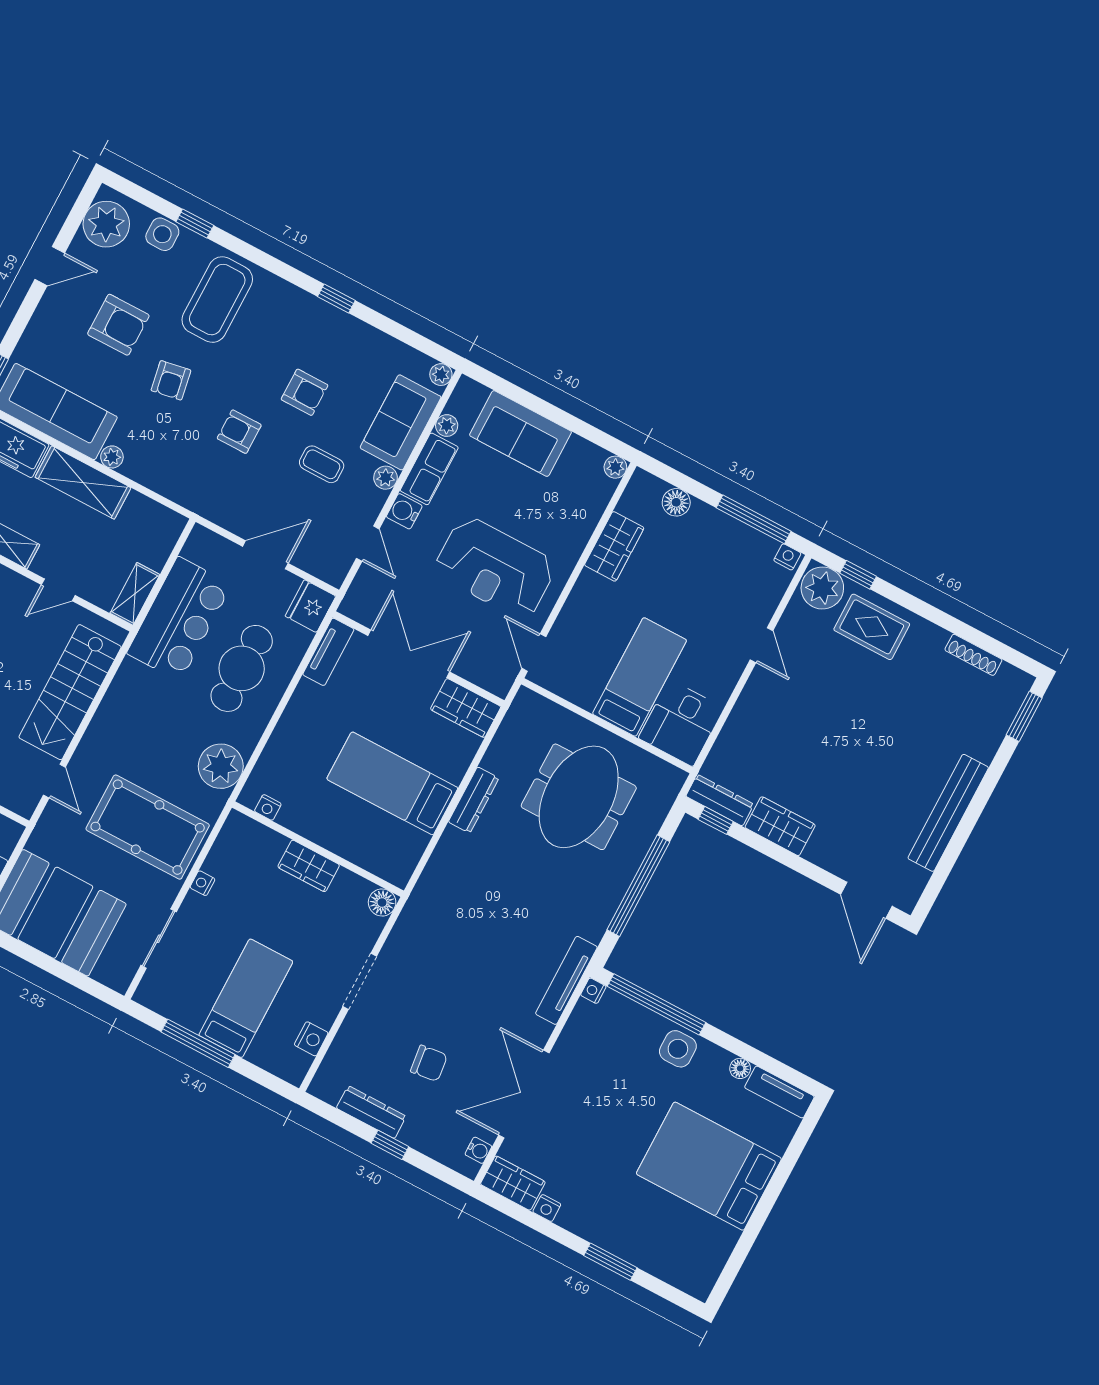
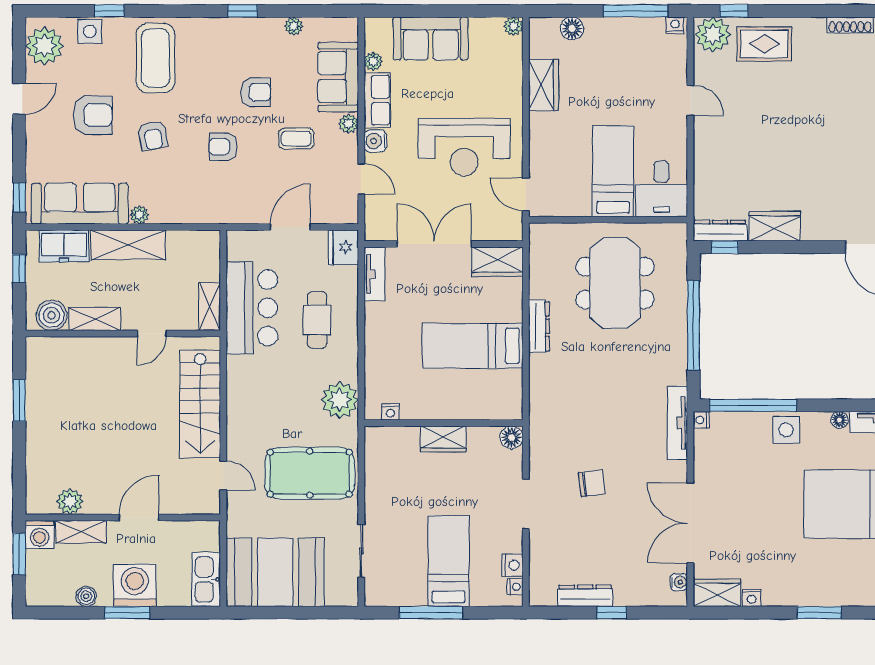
plant: (441, 375) -> (294, 26), moved
cafe table: (242, 668) -> (317, 320), width x0.73, depth x0.74
nightstand: (202, 883) -> (515, 587), moved, turned 180
chair: (429, 1063) -> (592, 483), moved

